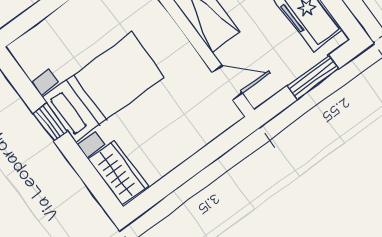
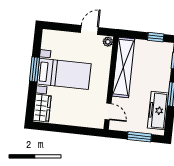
window: (50, 122) -> (34, 69), width x1.50

